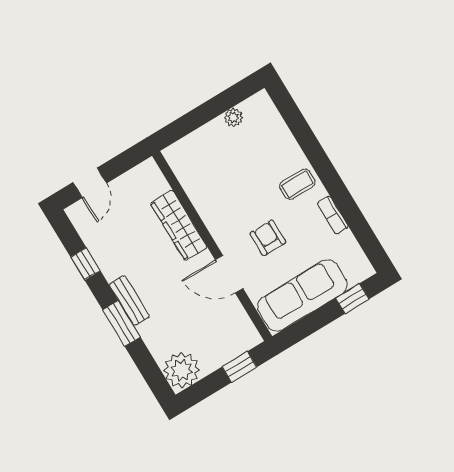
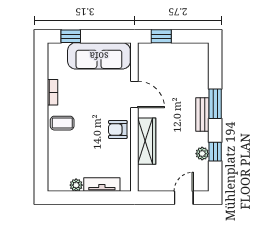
tv unit: (202, 137) -> (102, 185), added
armchair: (268, 238) -> (118, 130), moved, turned 90
plant: (182, 370) -> (202, 154), moved, width x0.53, depth x0.53

